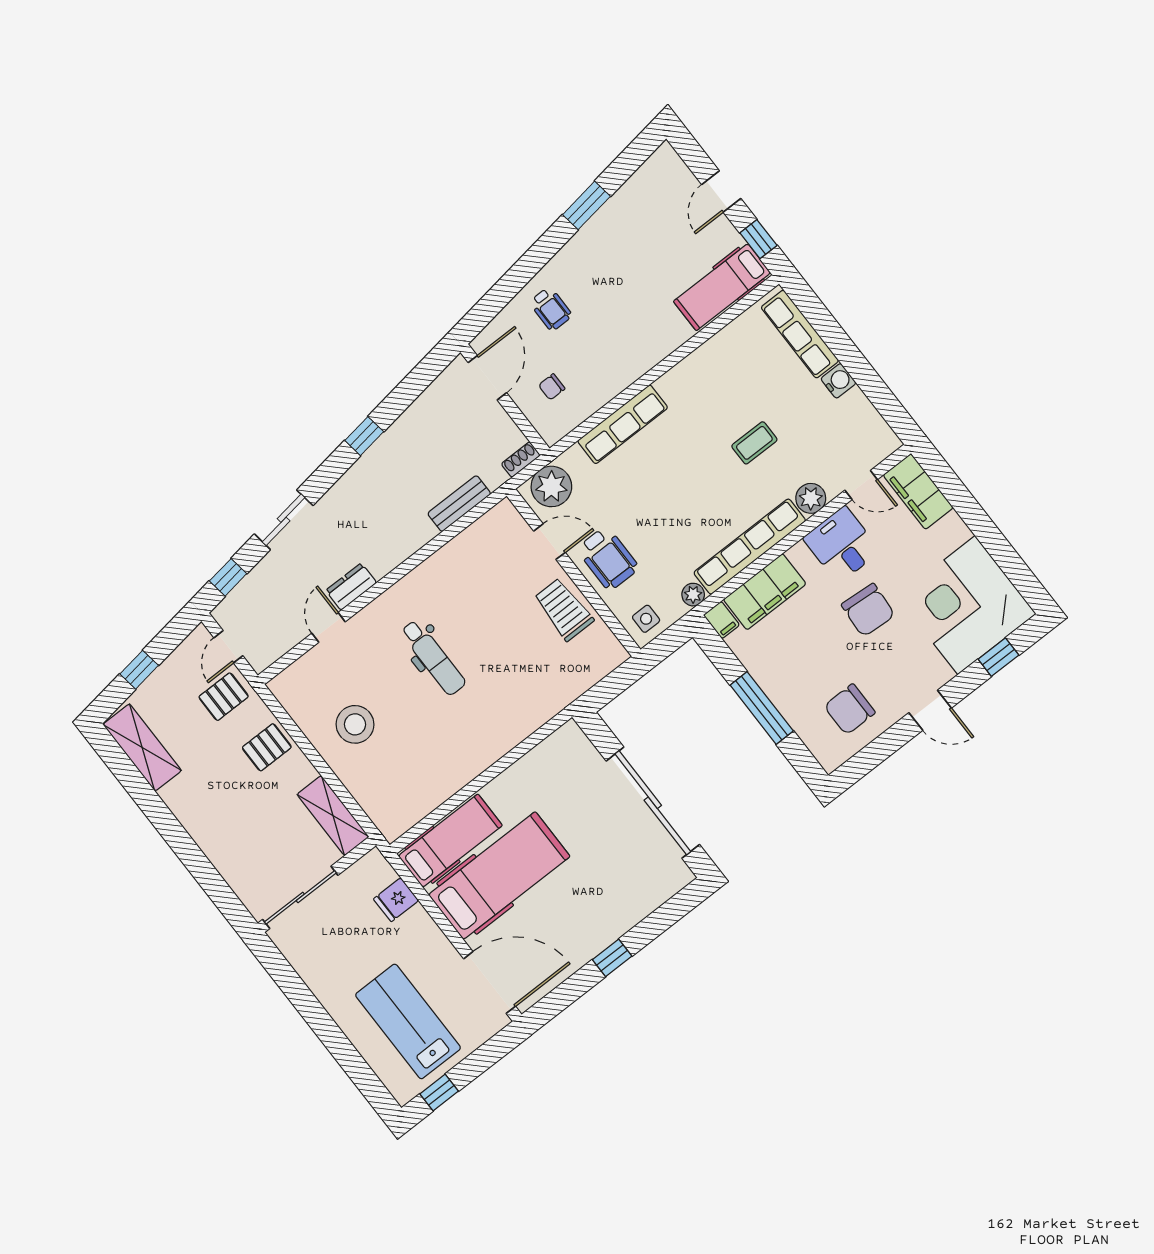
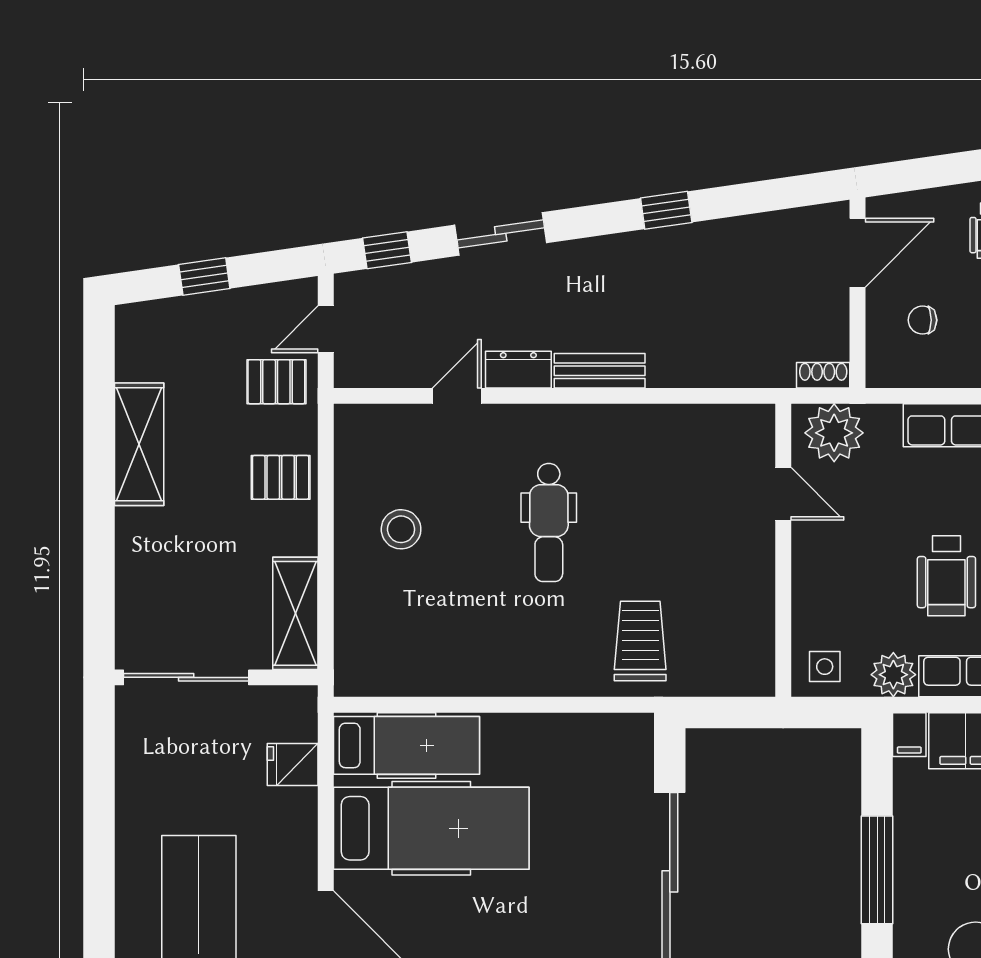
bench: (459, 504) -> (600, 371), moved
wheelchair: (608, 558) -> (946, 576), moved
plant: (693, 595) -> (893, 675), width x1.38, depth x1.38
trolley: (564, 609) -> (640, 641), moved
stool: (355, 724) -> (401, 529), width x0.73, depth x0.73
shelving: (142, 747) -> (139, 444), moved

